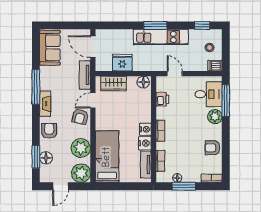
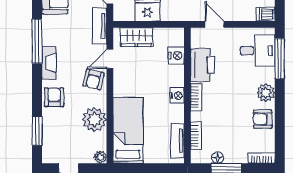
floor lamp: (143, 82) -> (174, 35), removed
printer: (162, 99) -> (203, 65), width x1.87, depth x1.48
plant: (215, 117) -> (266, 93), moved
nightstand: (145, 143) -> (176, 56), moved
floor lamp: (46, 158) -> (50, 132), removed
plant: (81, 173) -> (100, 157), width x0.53, depth x0.53

